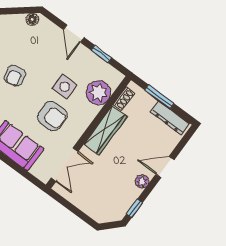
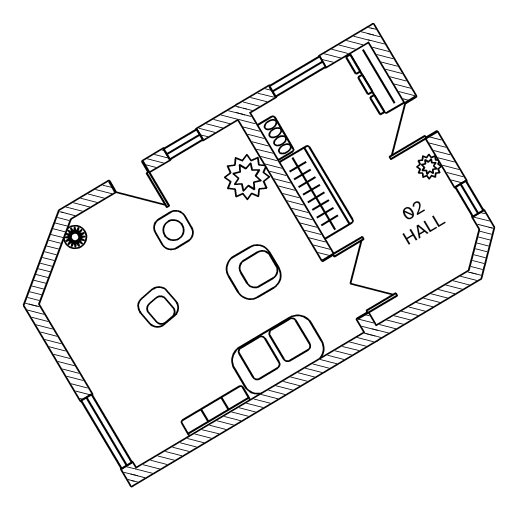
side table: (65, 87) -> (173, 230), moved
dresser: (170, 118) -> (375, 79), moved, turned 90

